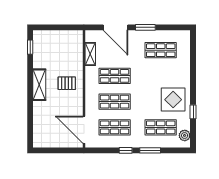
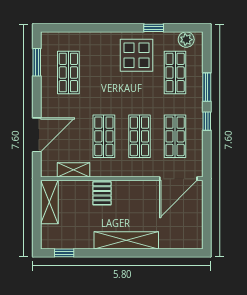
window: (145, 27) -> (37, 62), moved
shelving: (67, 36) -> (49, 202), added
pallet: (67, 83) -> (102, 193), moved
shelving: (39, 85) -> (126, 240), width x1.47

